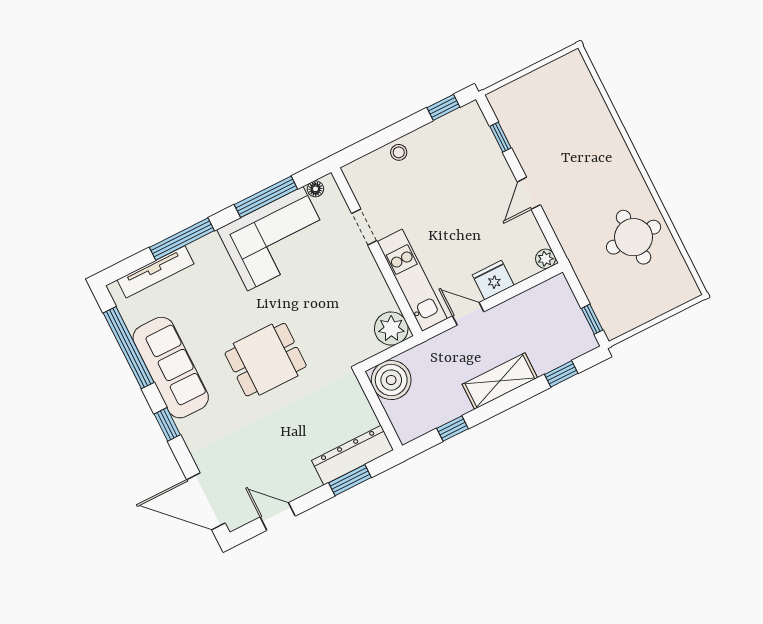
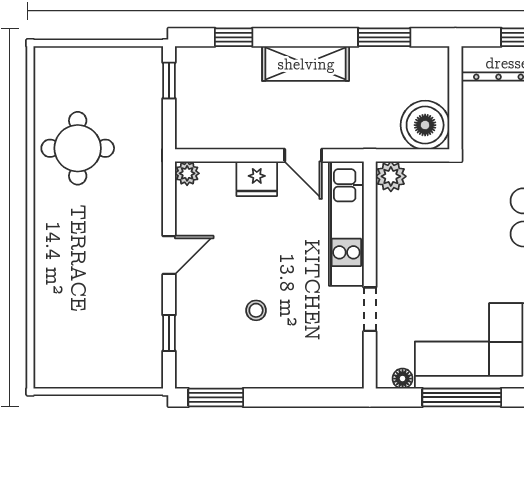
window: (443, 107) -> (216, 397), width x1.50
stool: (399, 152) -> (256, 310), moved
plant: (391, 329) -> (391, 176), width x0.73, depth x0.73
window: (453, 429) -> (384, 37), width x1.50

